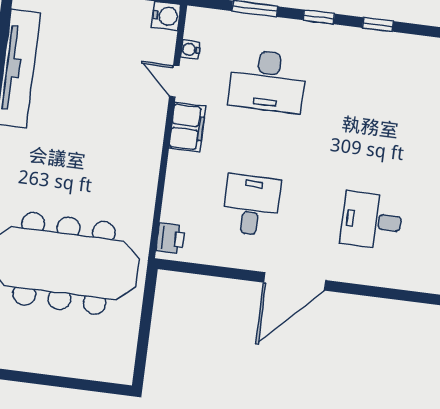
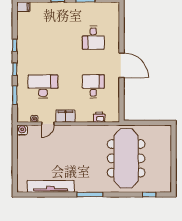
desk: (267, 81) -> (43, 86), turned -90
desk: (252, 205) -> (93, 86), turned 90
printer: (170, 238) -> (99, 117), moved

